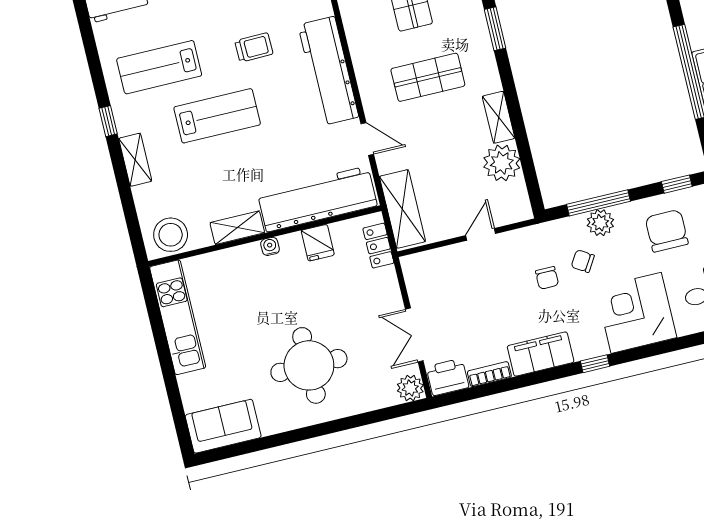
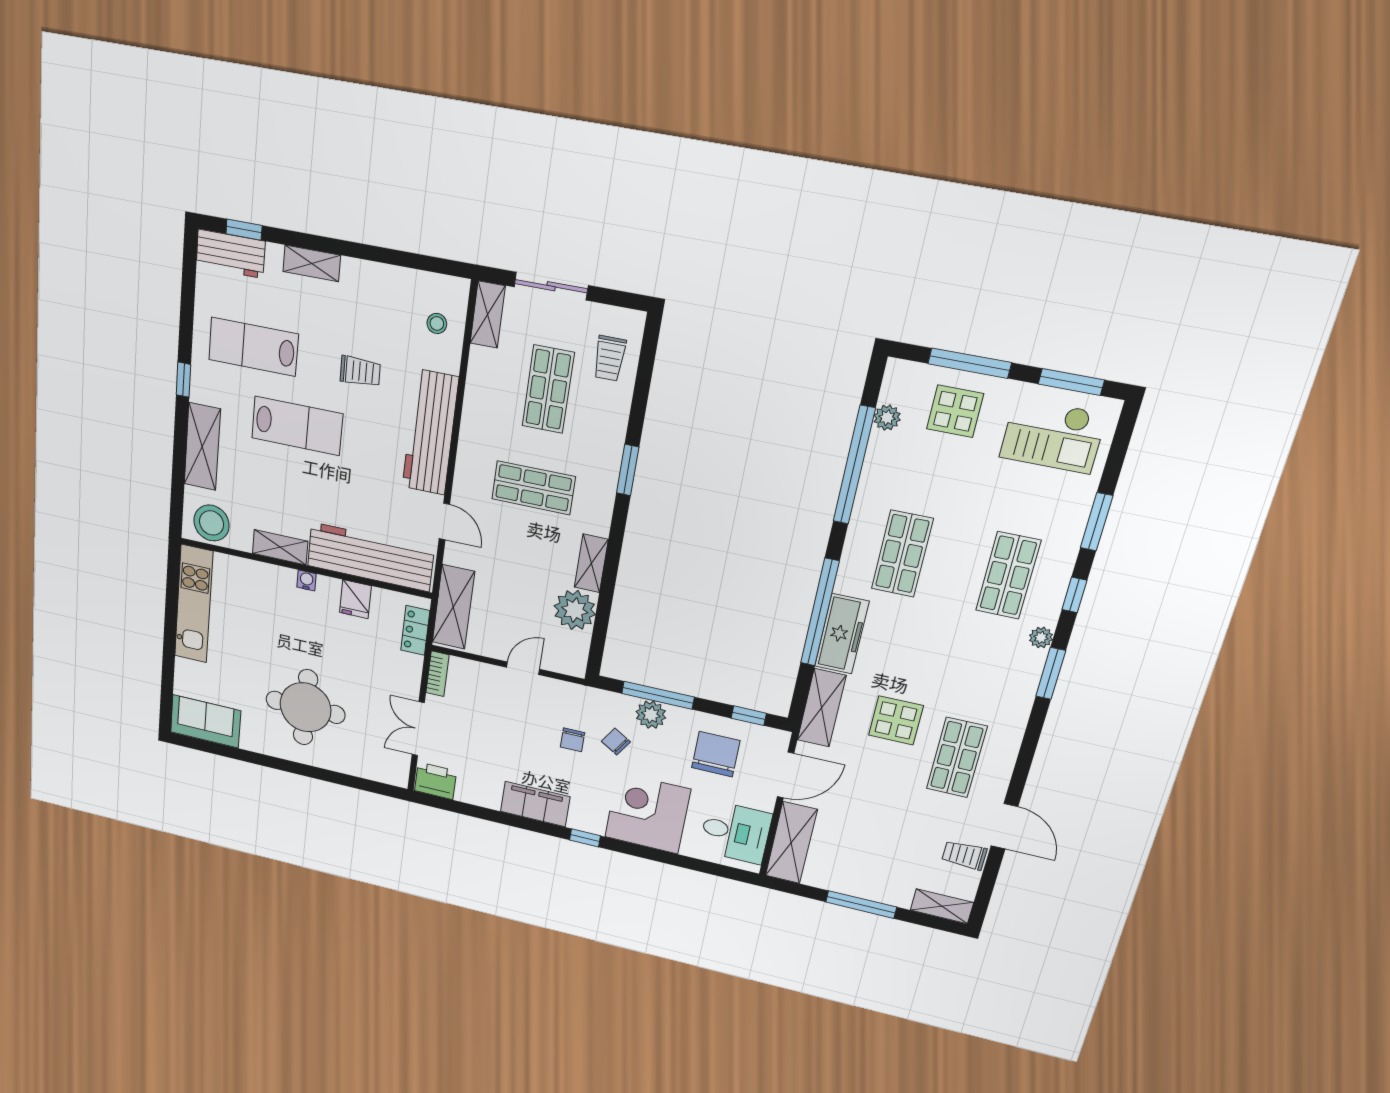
shelving: (135, 160) -> (202, 447), width x1.50, depth x1.33
bookcase: (489, 374) -> (437, 674), moved, turned 90
plant: (410, 388) -> (396, 773), removed

